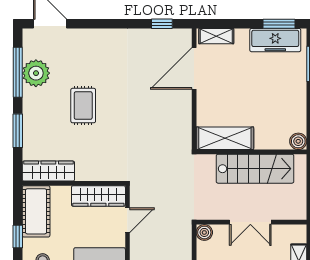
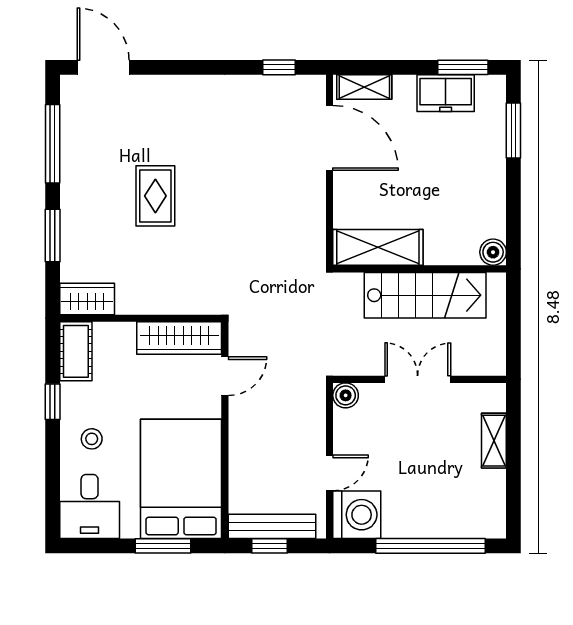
freezer: (275, 40) -> (446, 93), width x0.71
door: (194, 68) -> (329, 138), swing flipped
plant: (36, 73) -> (81, 145), removed
wardrobe: (48, 171) -> (87, 299), width x0.67
cot: (36, 211) -> (76, 351), width x0.73, depth x0.75
double door: (250, 222) -> (418, 379), swing flipped

